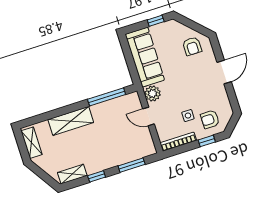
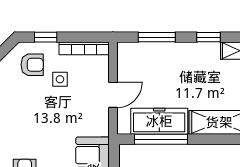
plant: (152, 94) -> (98, 124), removed
freezer: (112, 109) -> (159, 121), added
door: (149, 116) -> (113, 95), hinge flipped

